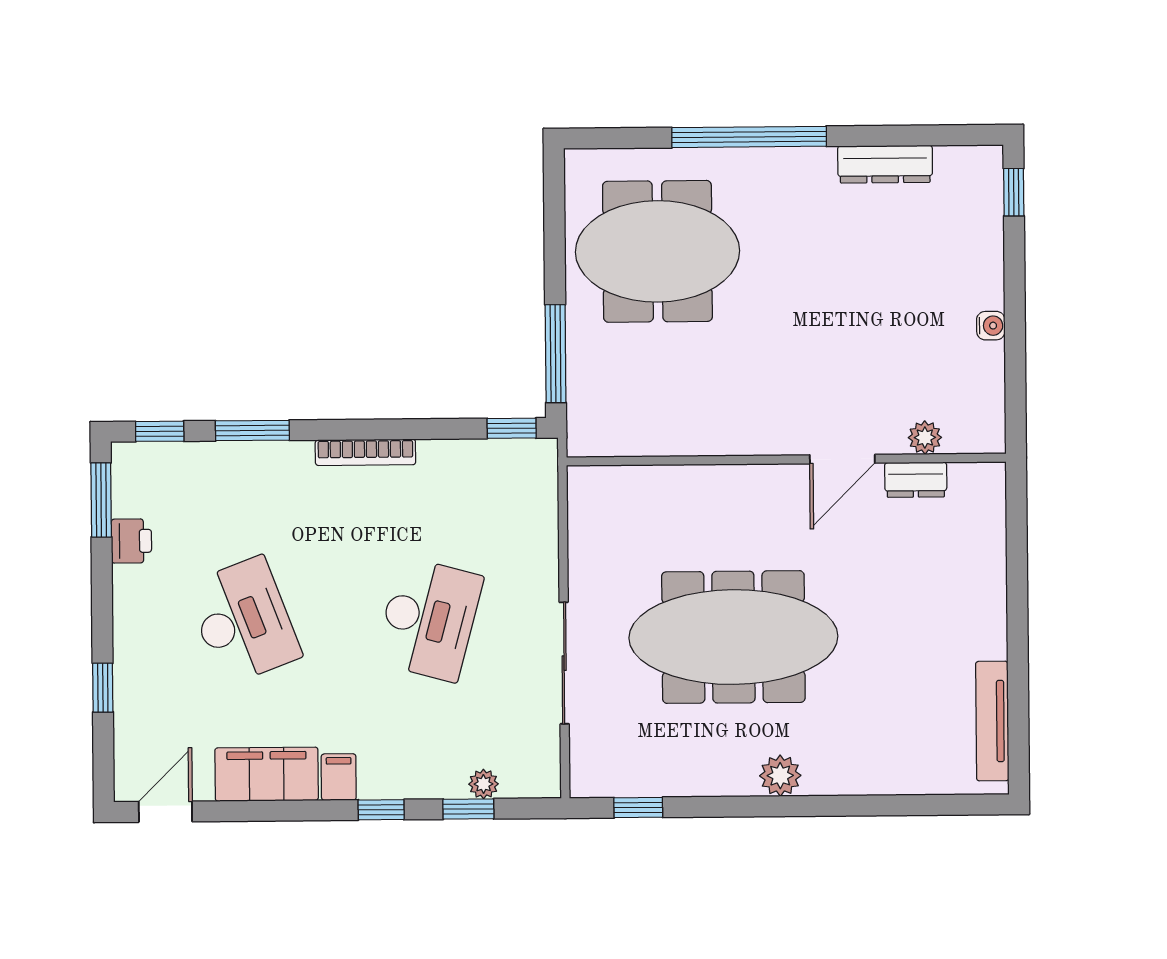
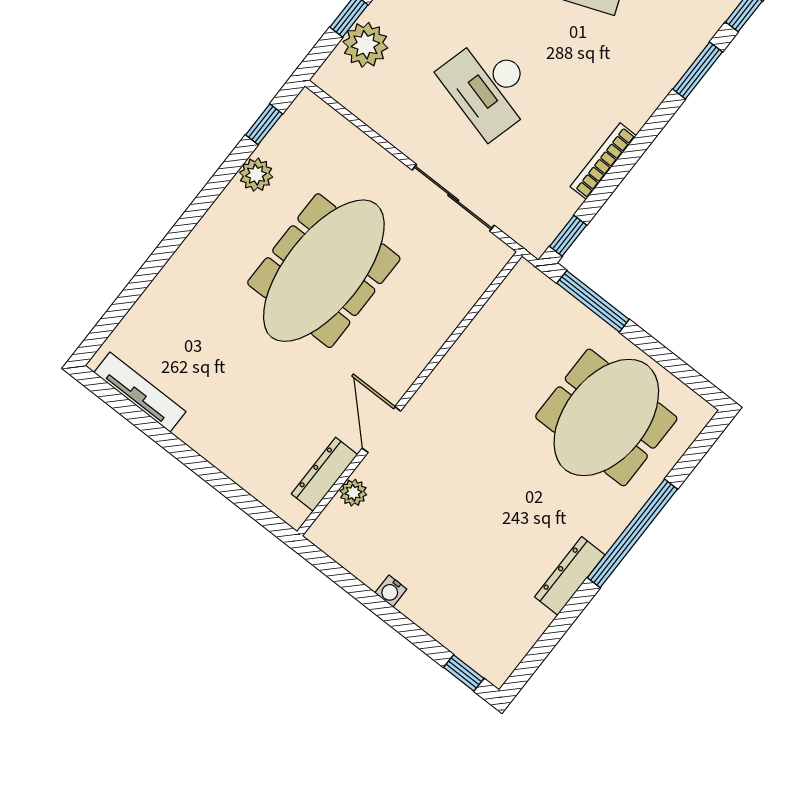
dresser: (885, 164) -> (570, 576), moved
bookcase: (365, 452) -> (603, 161), moved
dresser: (916, 480) -> (324, 474), width x1.44
sliding door: (564, 663) -> (453, 198), moved
plant: (780, 776) -> (256, 175), moved
plant: (483, 784) -> (365, 45), width x1.88, depth x1.88

